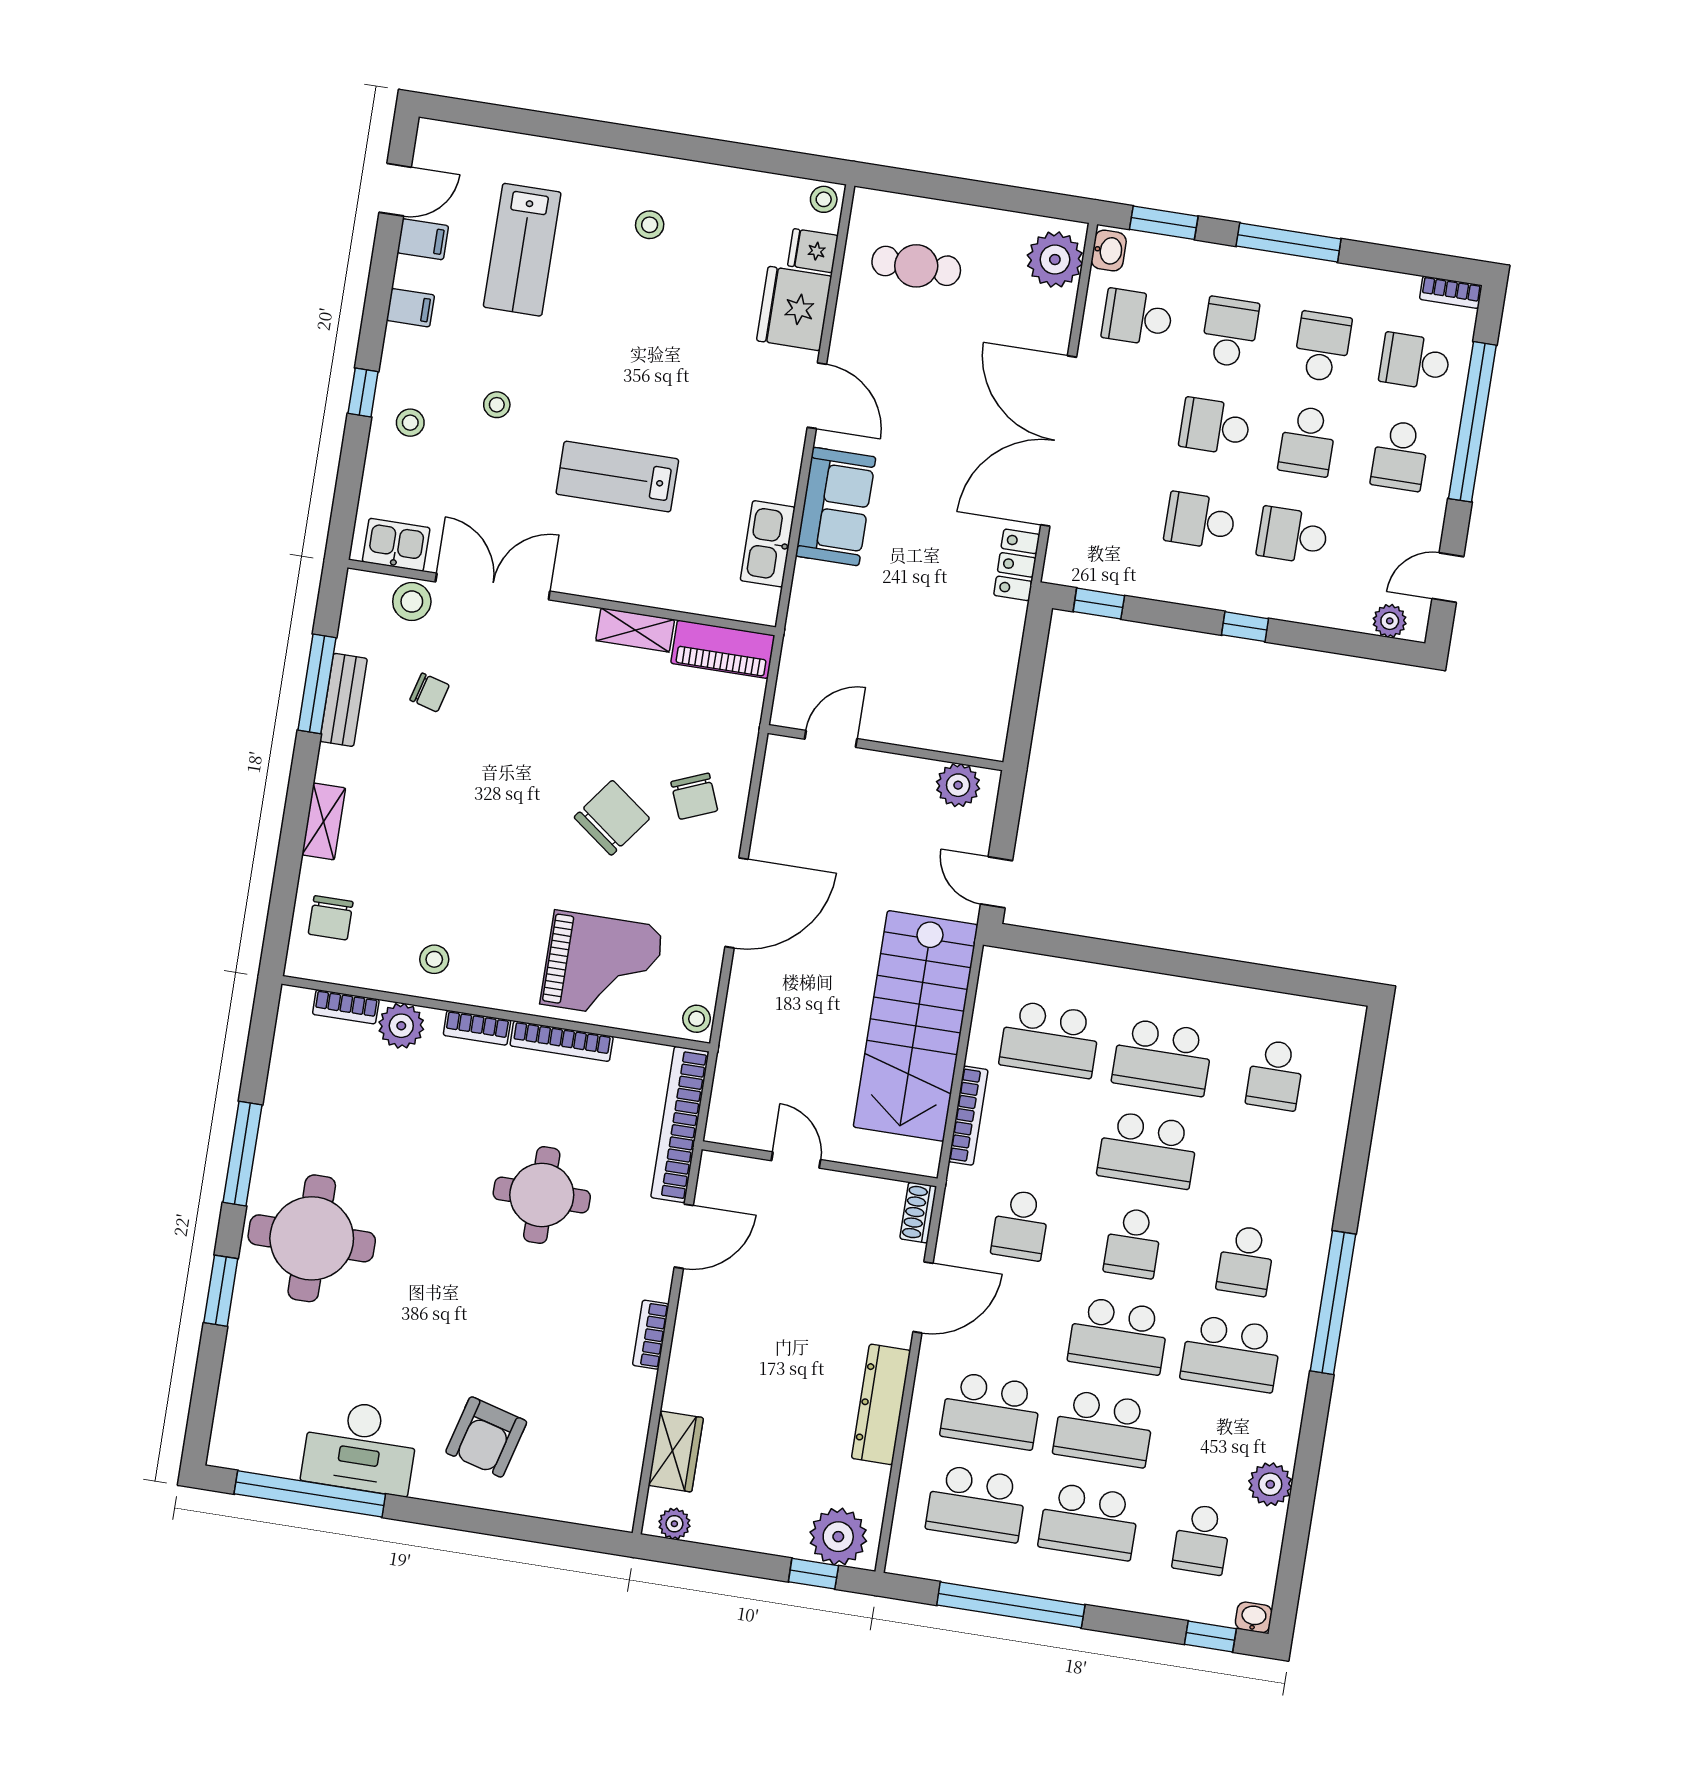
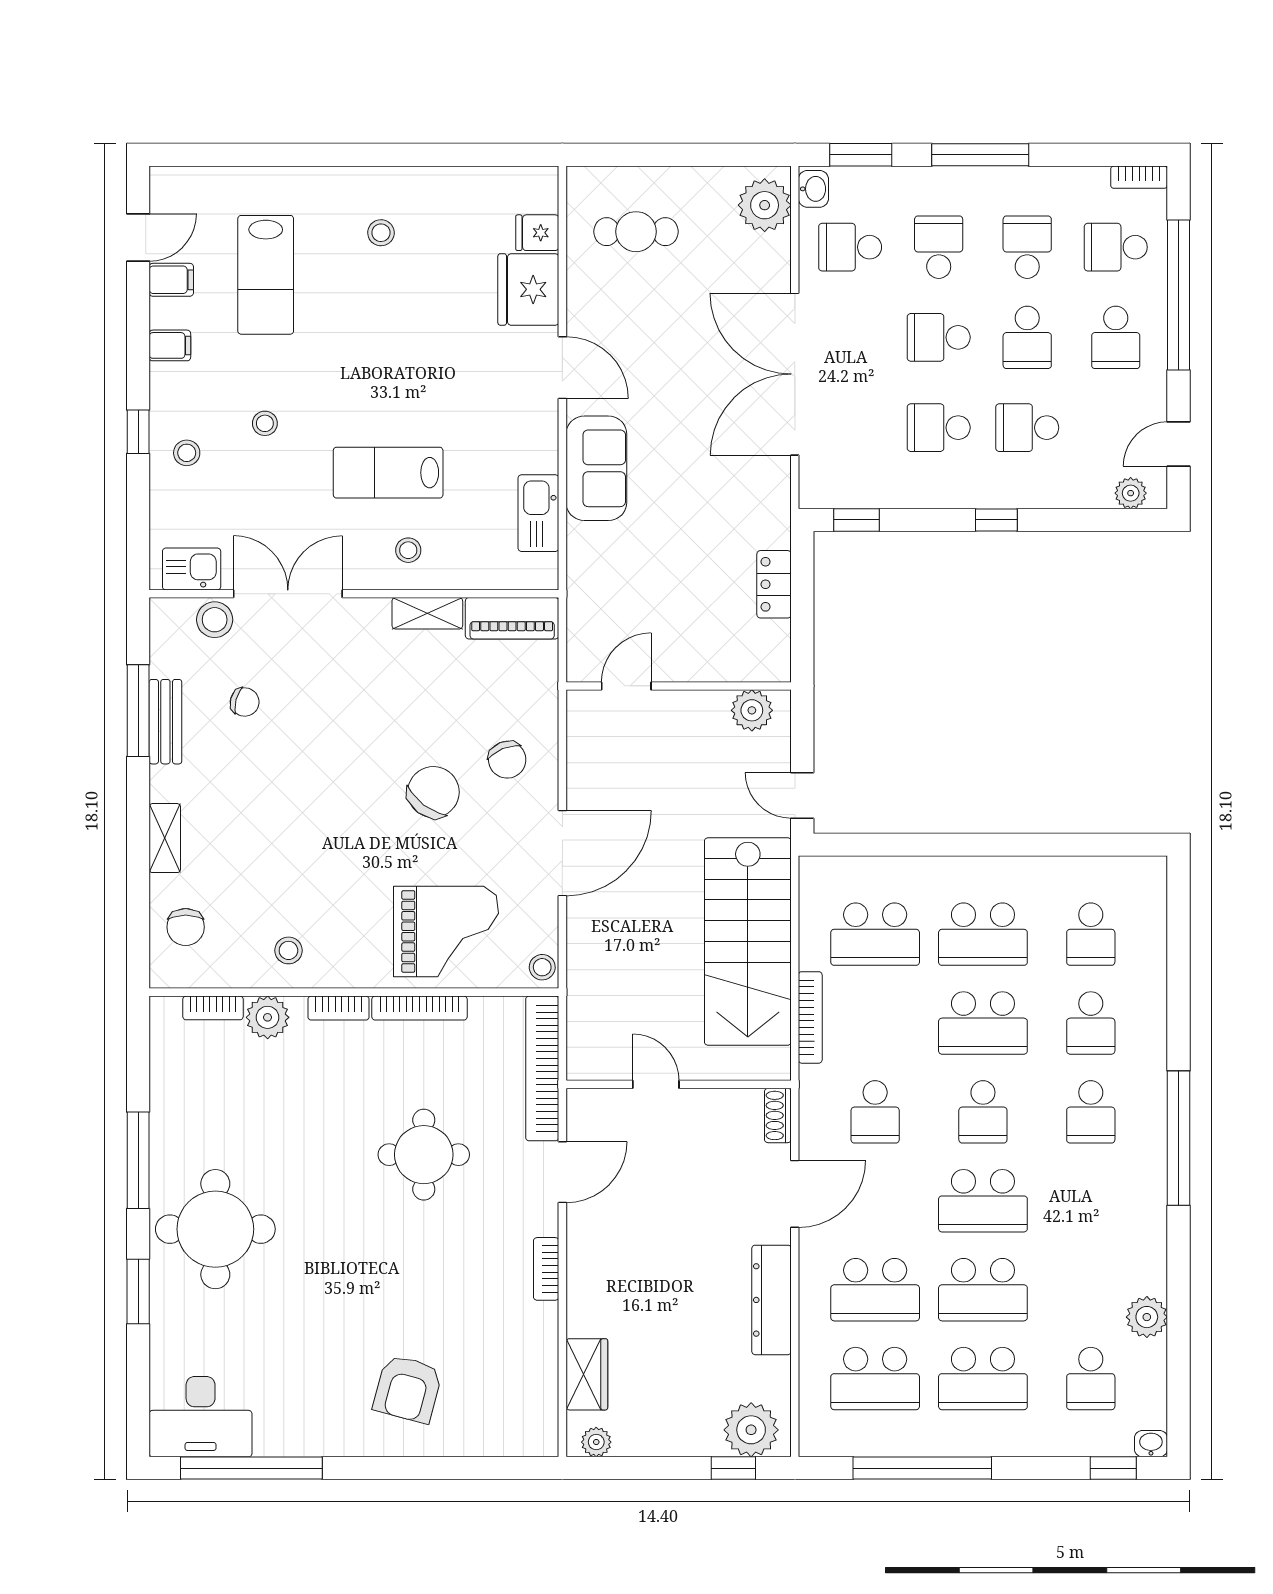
stool: (824, 199) -> (408, 550), moved
locker: (1017, 565) -> (774, 584), moved
school desk: (1231, 1354) -> (1091, 1023), moved, width x0.54
desk: (360, 1447) -> (201, 1417), moved

